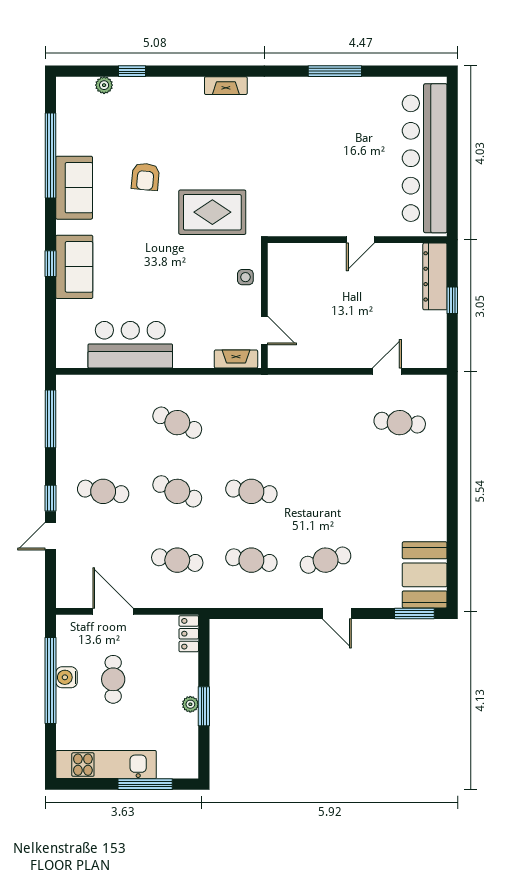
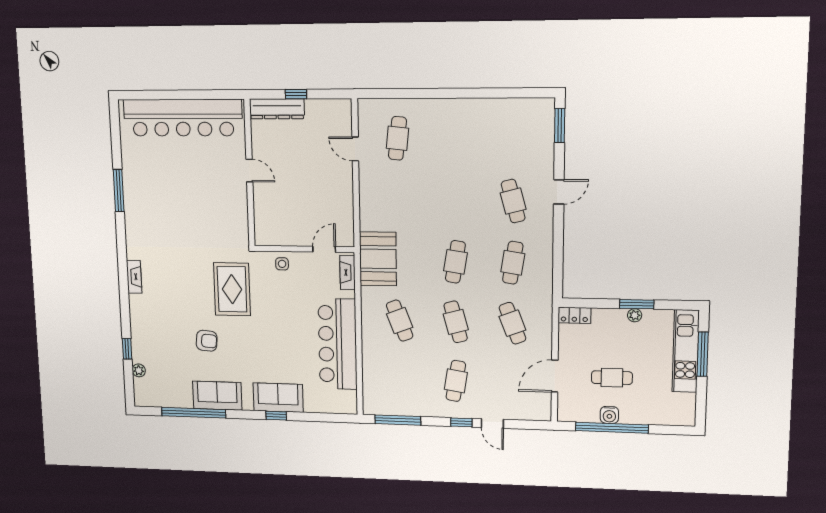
bar counter: (130, 345) -> (338, 344), width x1.36
cafe table: (177, 423) -> (400, 321), turned -45
cafe table: (177, 491) -> (456, 322), turned -39
cafe table: (177, 560) -> (512, 323), turned -30
booth: (425, 575) -> (378, 259), moved, turned 90
kitchen unit: (106, 765) -> (686, 351), moved

